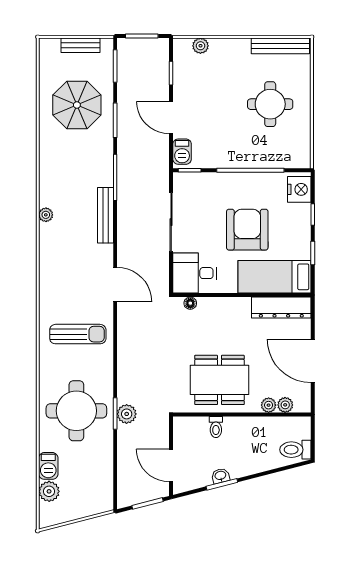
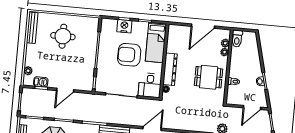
barbecue: (182, 152) -> (41, 82), moved
nightstand: (299, 189) -> (124, 26), moved
dresser: (281, 308) -> (170, 69), moved
dining table: (219, 380) -> (209, 77), width x0.73
toilet: (295, 450) -> (237, 39), moved

